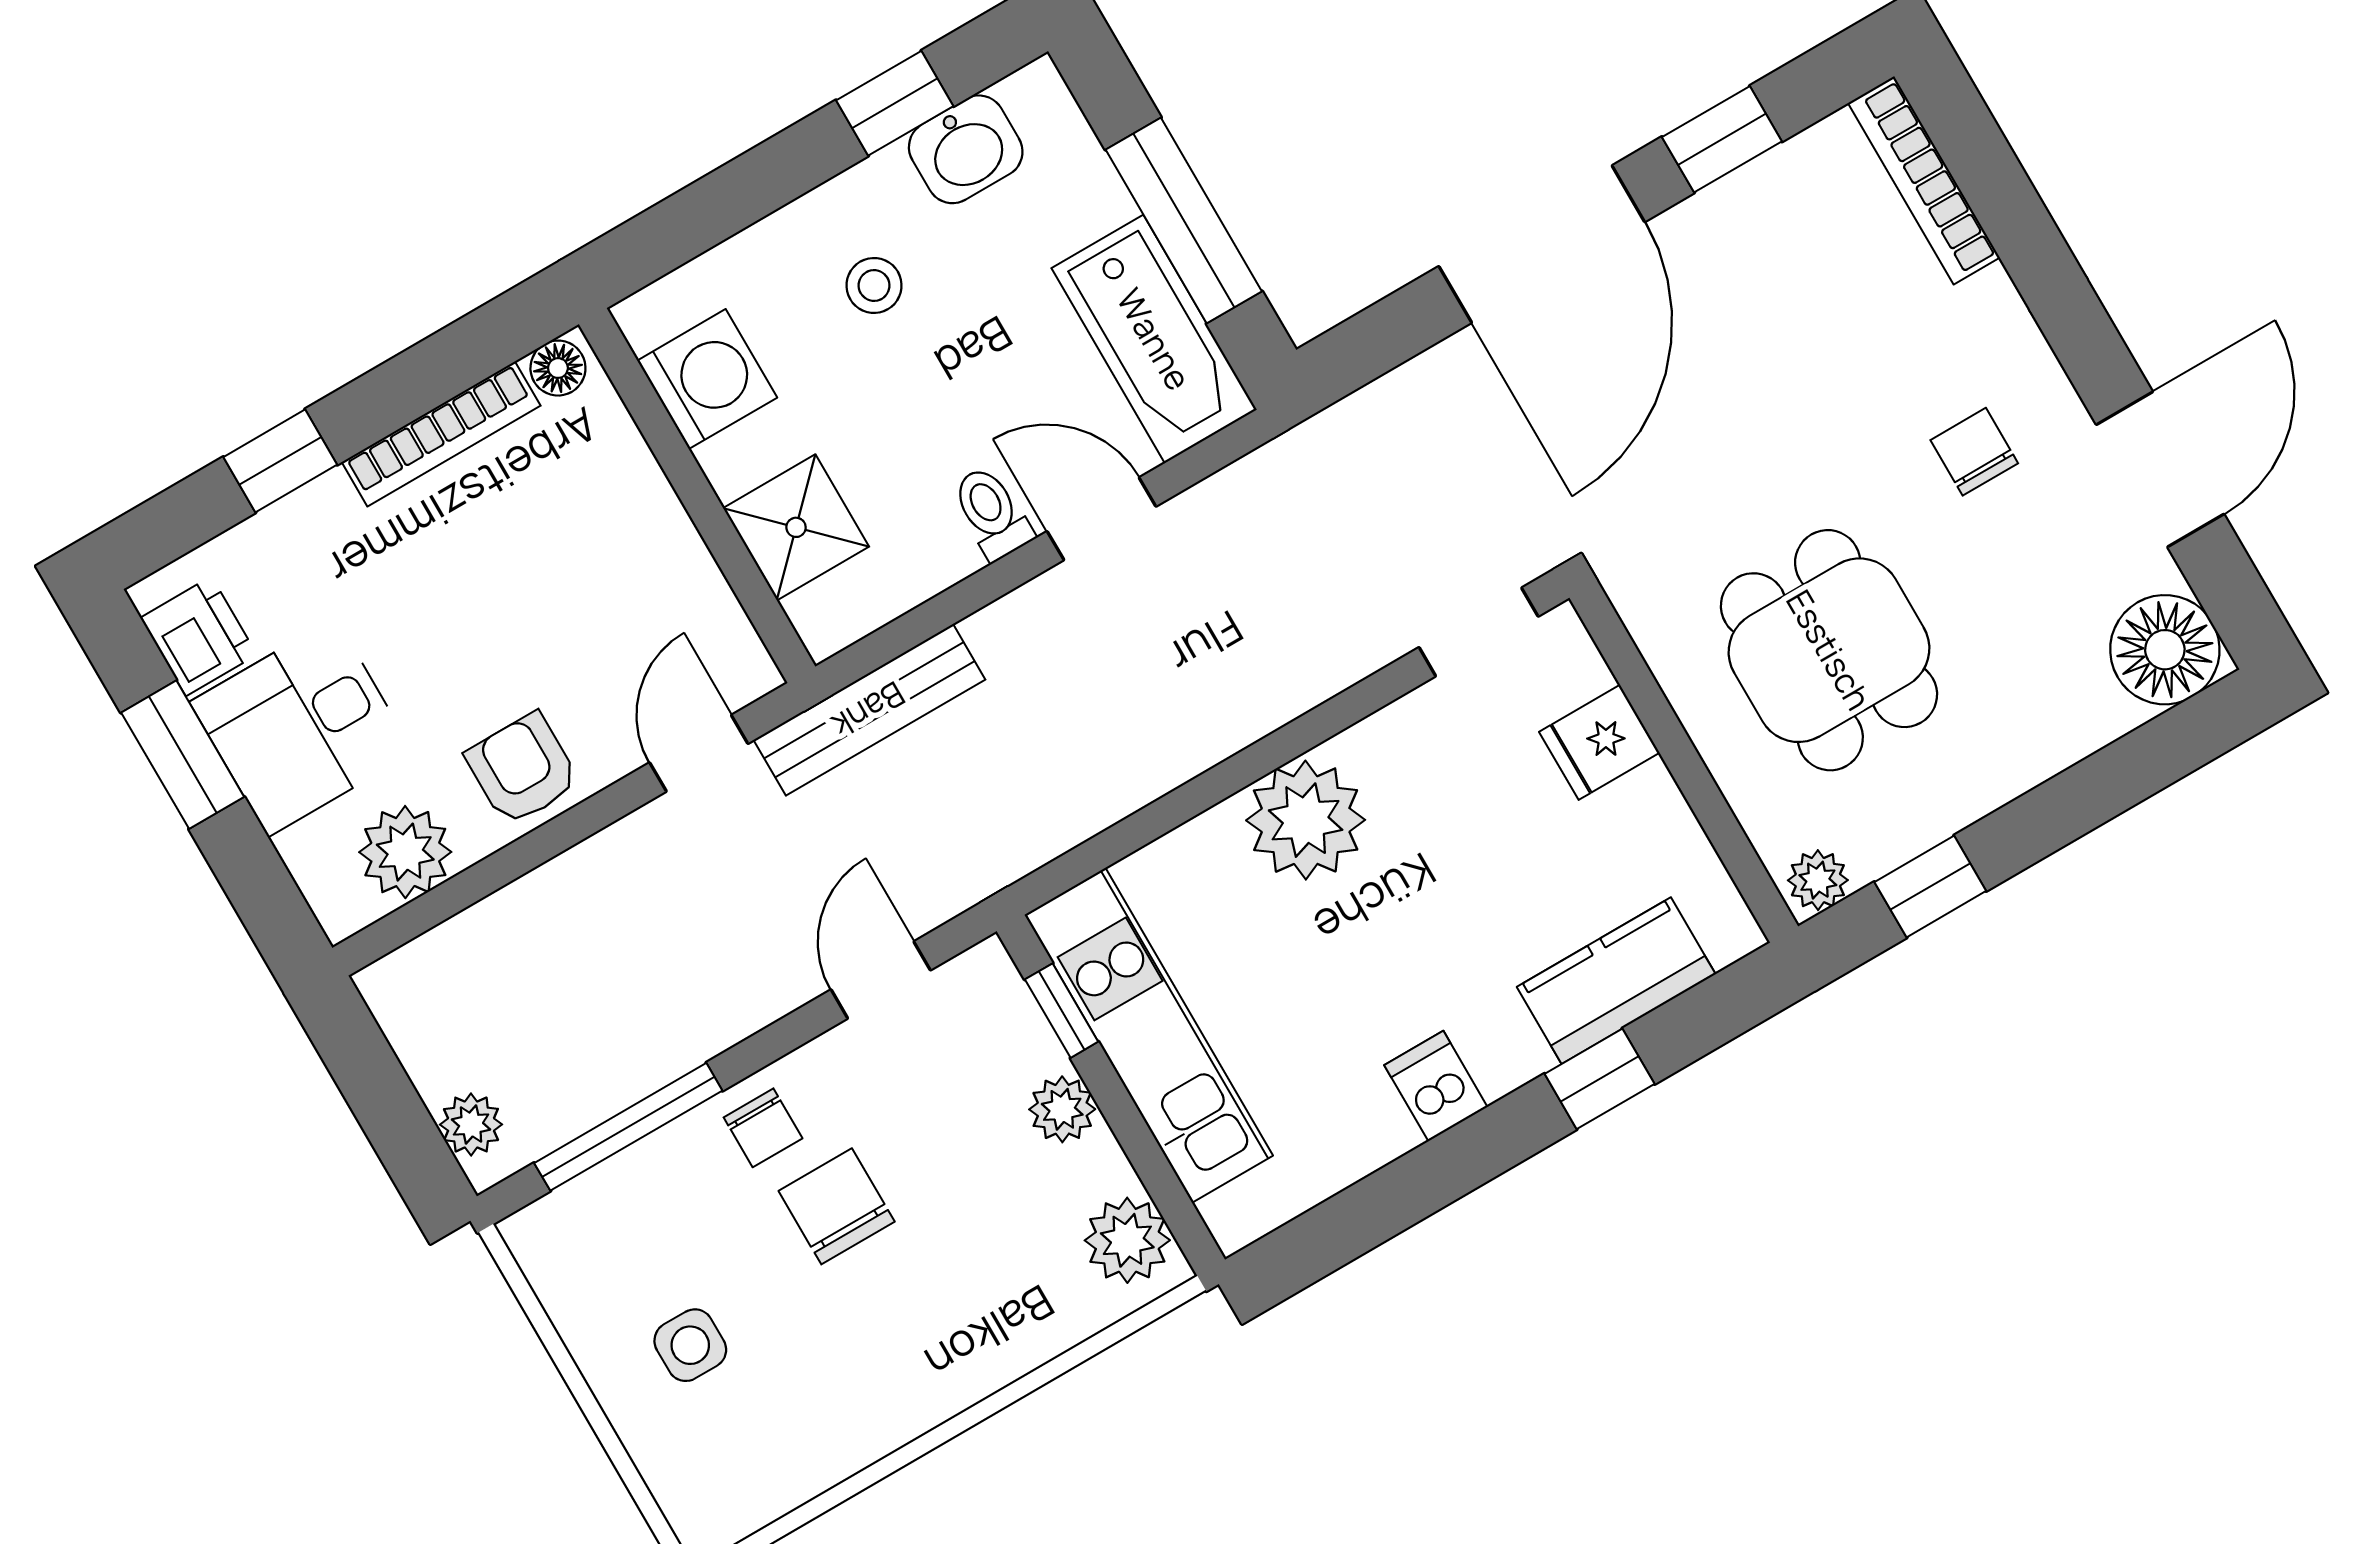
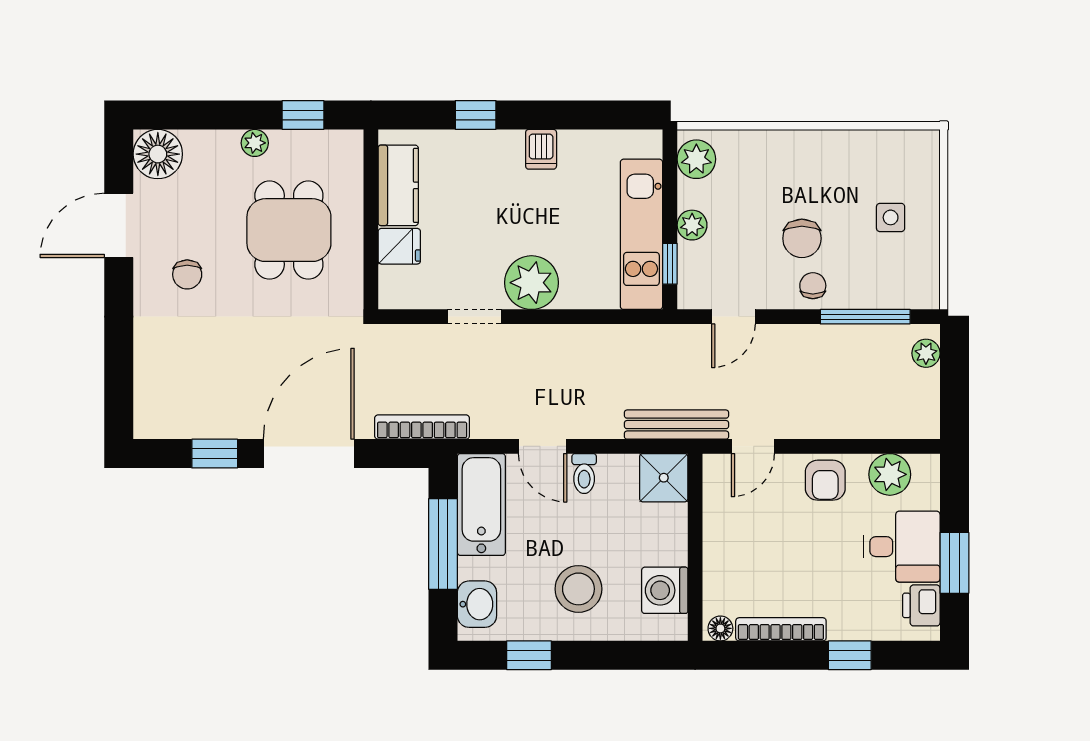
washbasin: (966, 149) -> (477, 604), moved, turned 90
bookcase: (1924, 180) -> (422, 427), moved, turned -90
stool: (874, 285) -> (578, 589), width x1.89, depth x1.89
shower: (796, 527) -> (664, 478), moved
doorway: (1479, 632) -> (474, 317), moved
plant: (1818, 880) -> (255, 143), moved
kitchen counter: (1616, 981) -> (398, 185), moved, turned -90

